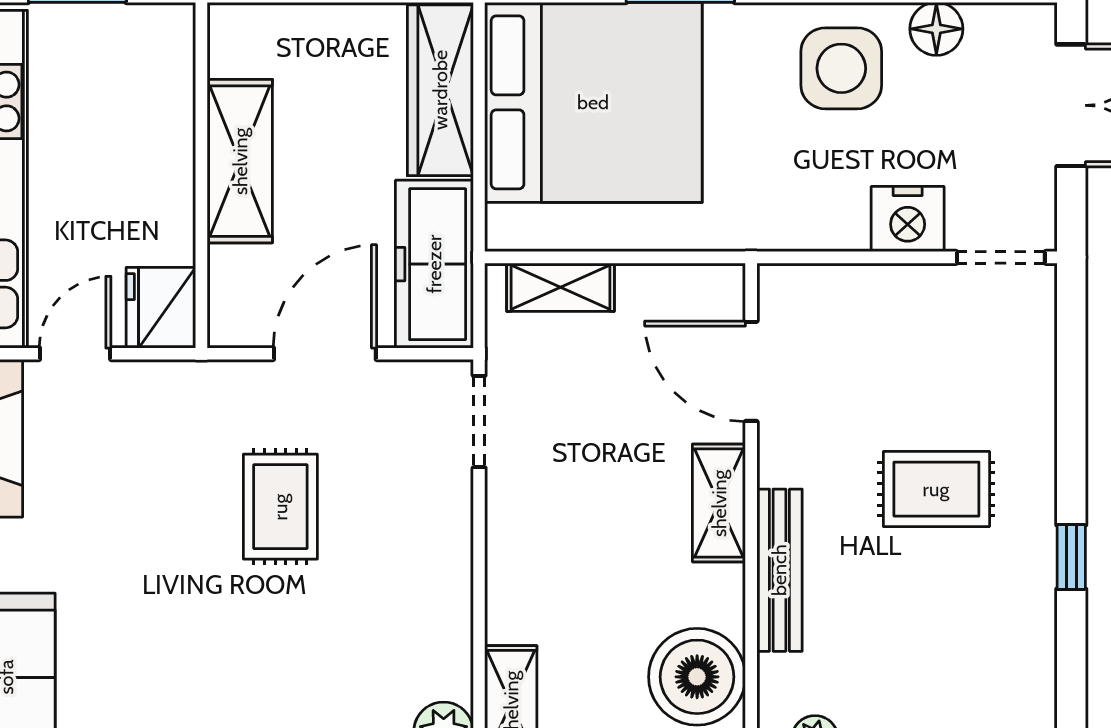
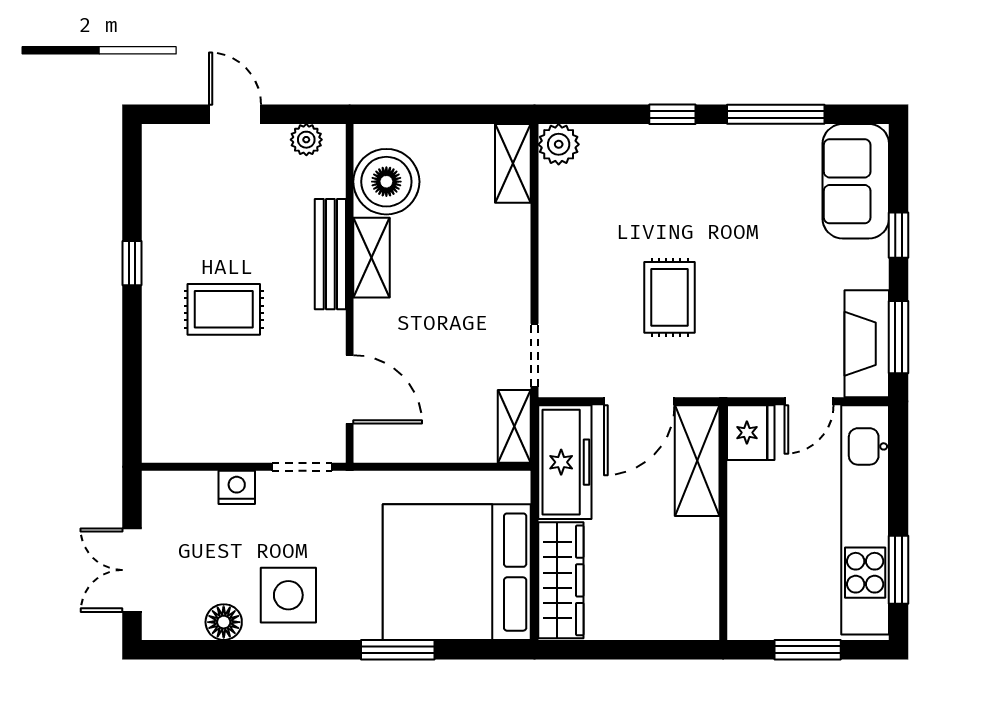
shelving: (240, 161) -> (697, 461), moved
nightstand: (908, 219) -> (237, 487), width x0.74, depth x0.75
doorway: (1001, 257) -> (302, 467), moved
shelving: (560, 287) -> (514, 426), moved, turned 90
shelving: (719, 503) -> (372, 258), moved

